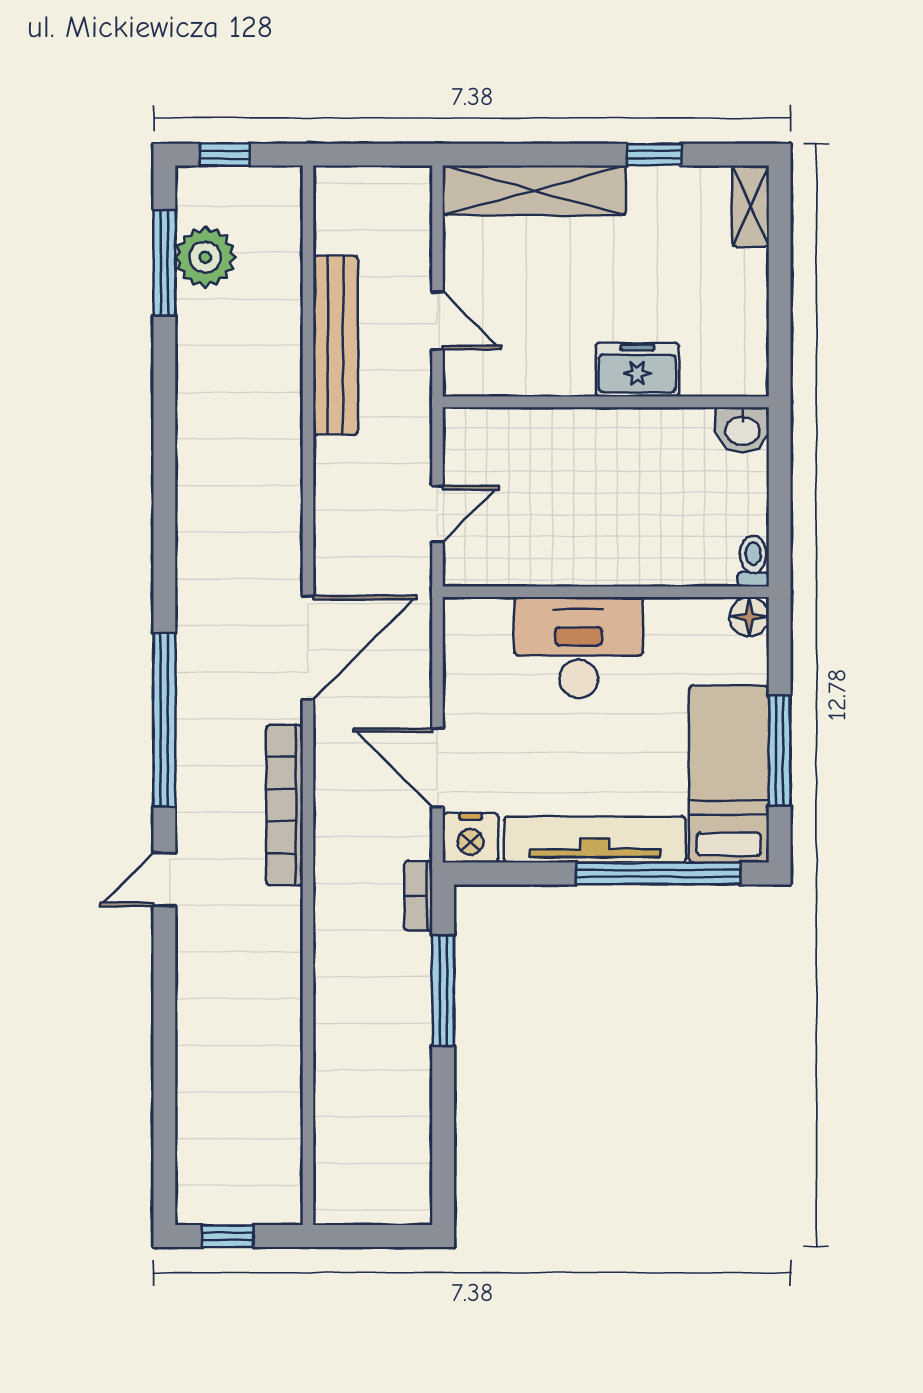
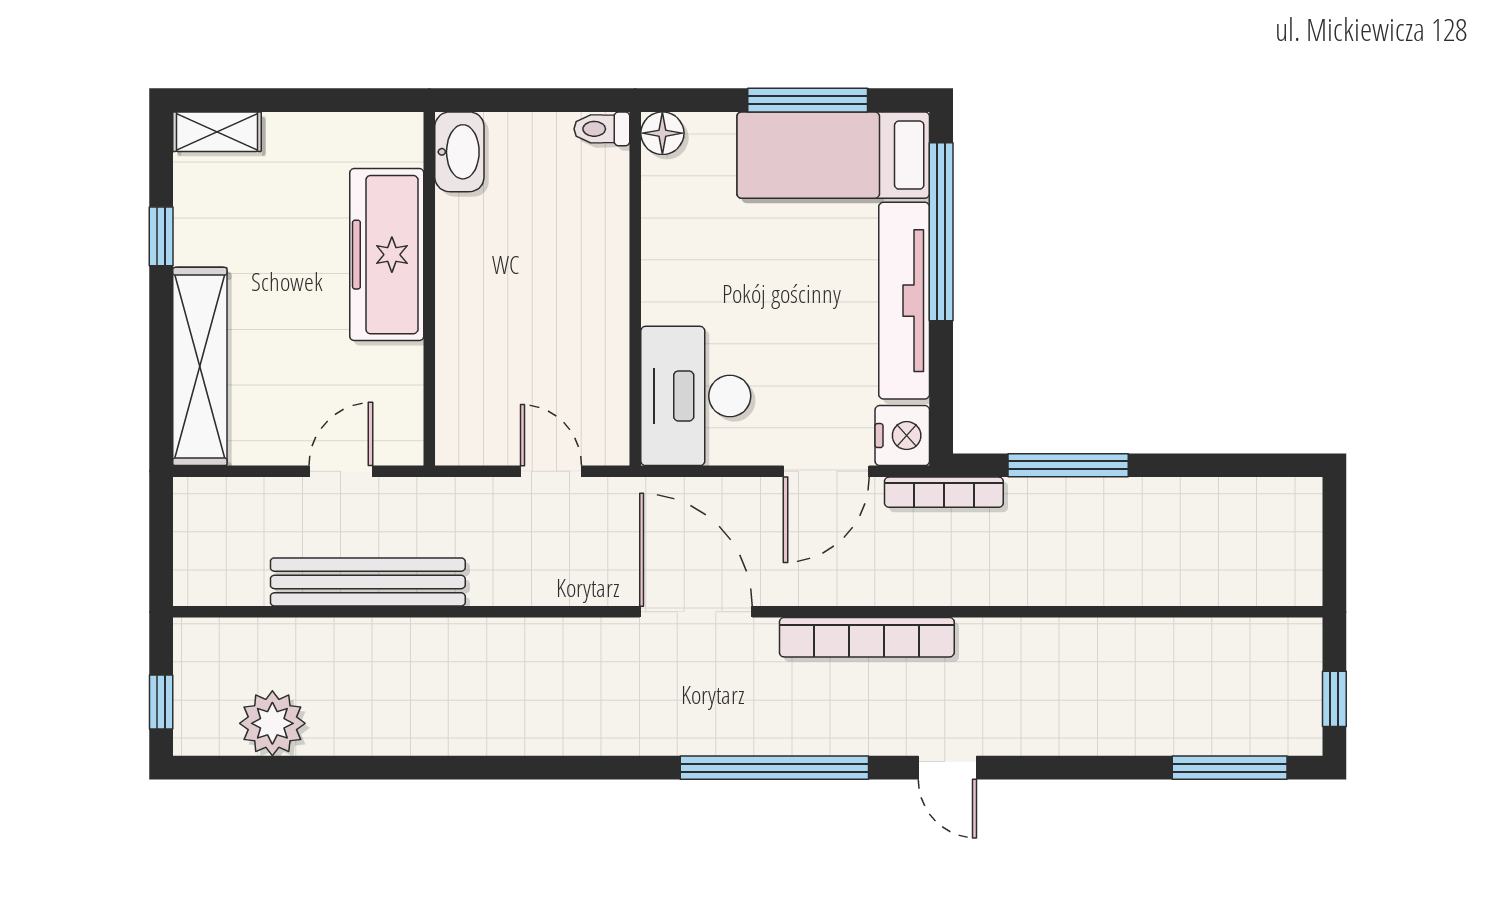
window: (164, 263) -> (1230, 768), moved
freezer: (637, 370) -> (387, 255), width x1.91, depth x1.26
washbasin: (742, 430) -> (459, 152), width x1.38
desk: (579, 647) -> (696, 396), moved
bookcase: (418, 896) -> (944, 492), width x1.56

